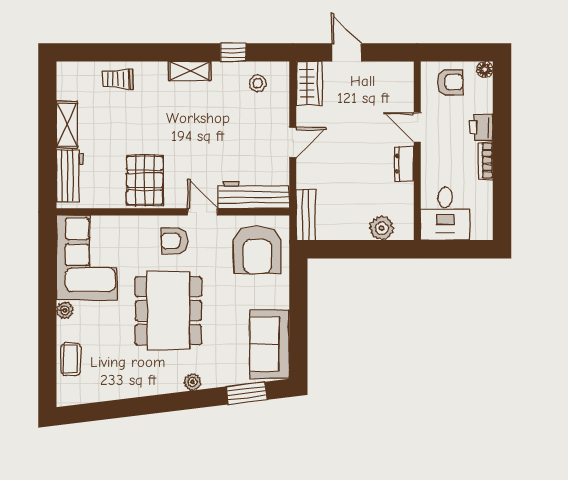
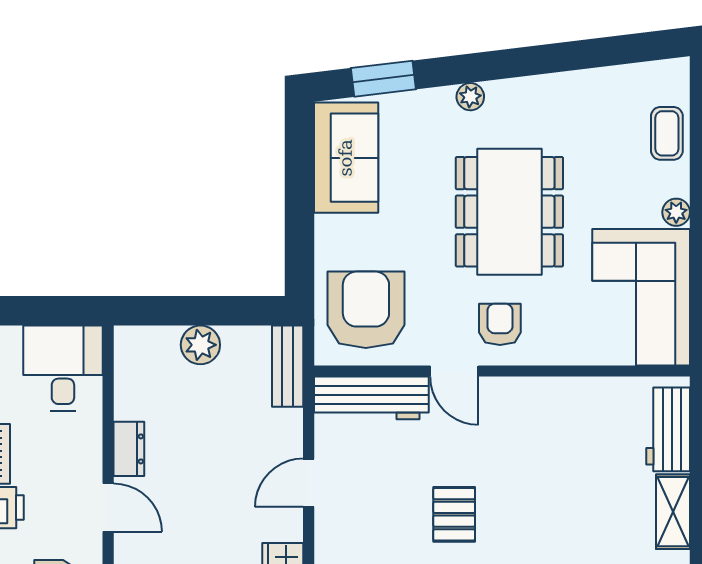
pallet: (145, 180) -> (454, 514), moved, width x0.67, depth x0.71
plant: (382, 228) -> (200, 345), moved
armchair: (174, 241) -> (500, 324), turned -90

